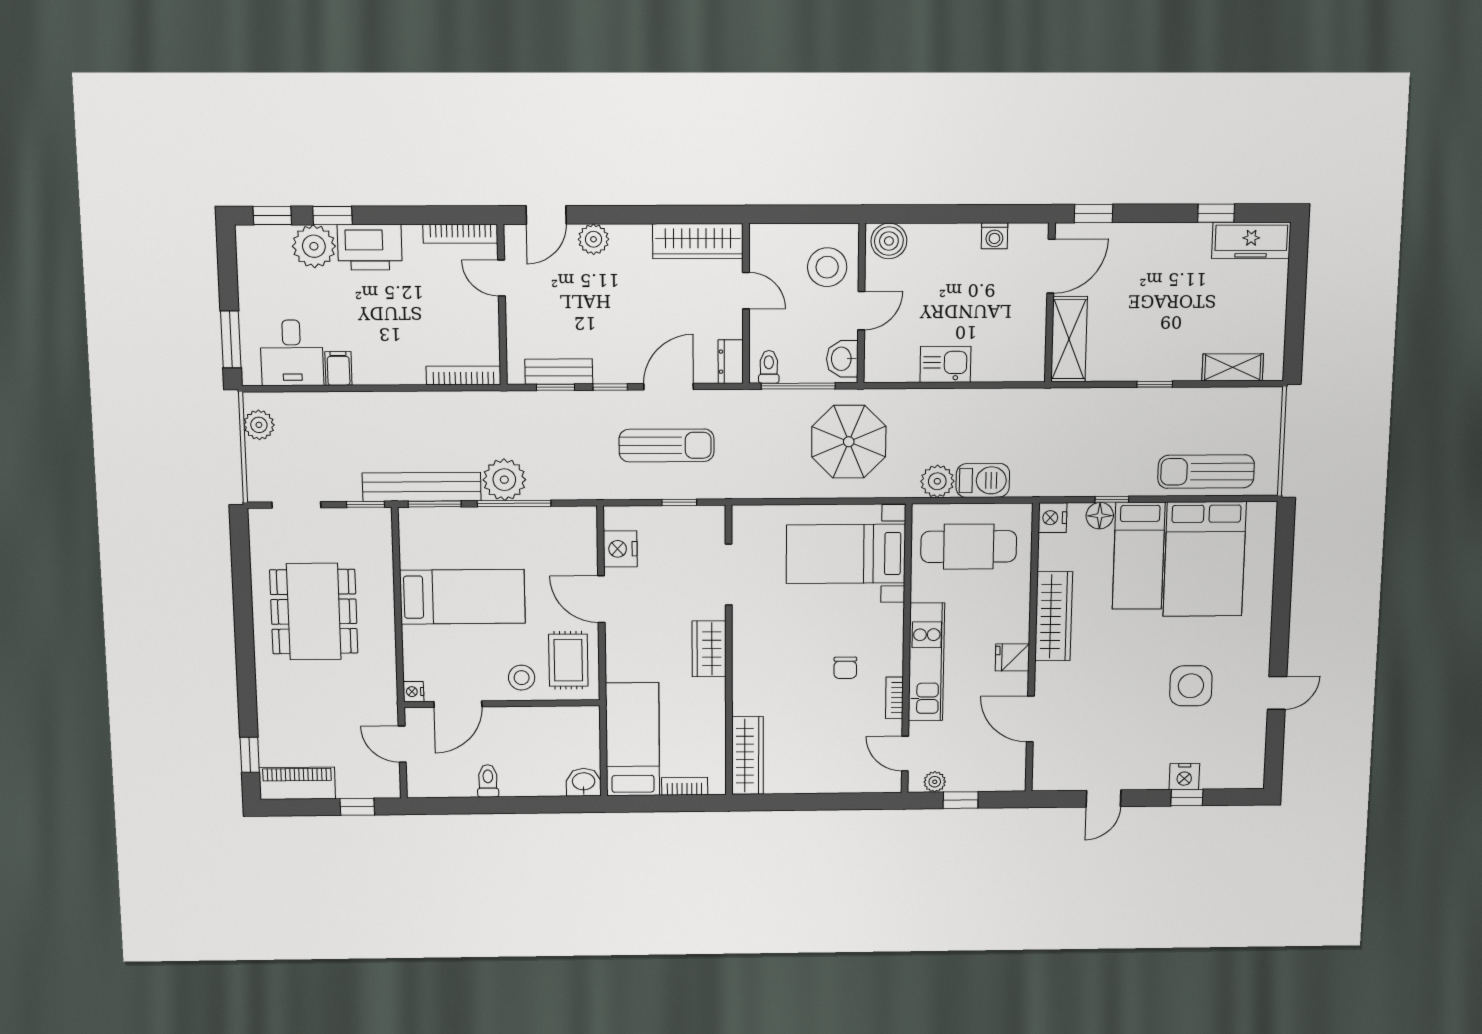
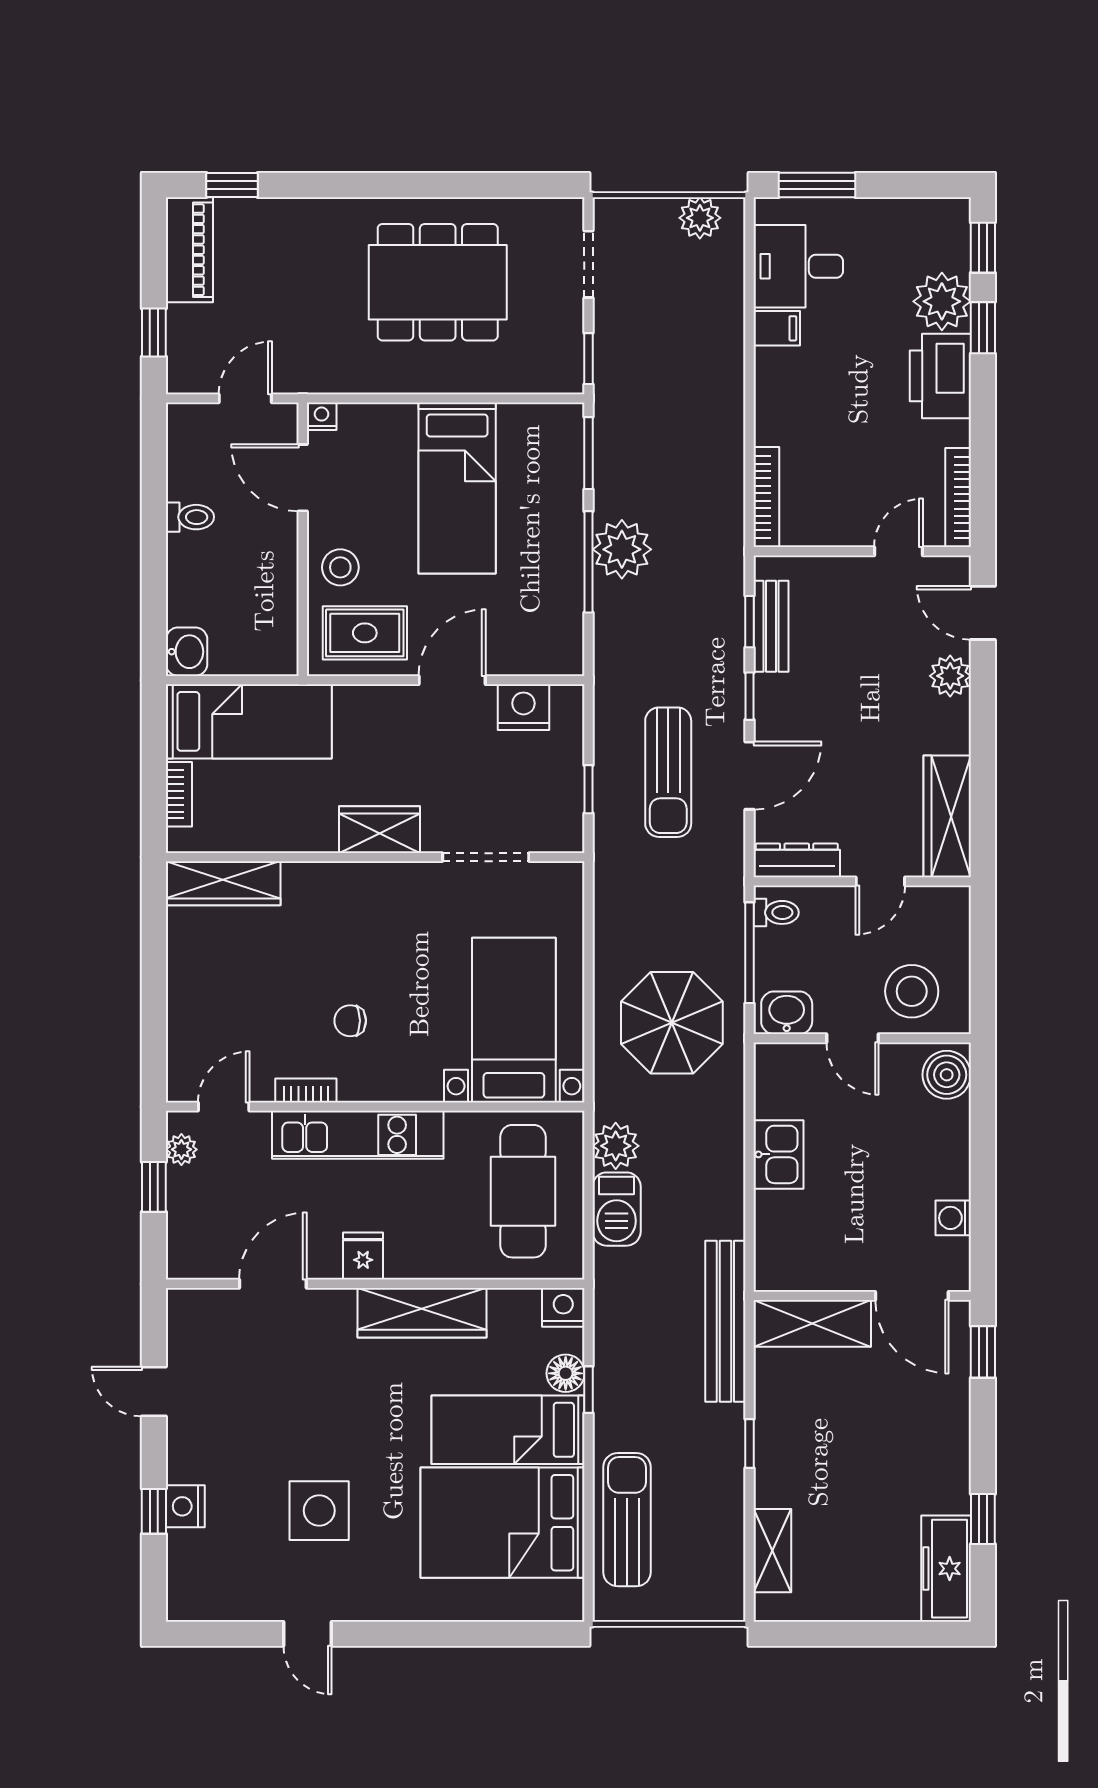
dresser: (731, 362) -> (797, 860), width x1.44
door: (669, 387) -> (749, 776), hinge flipped
bench: (422, 487) -> (725, 1321), moved

